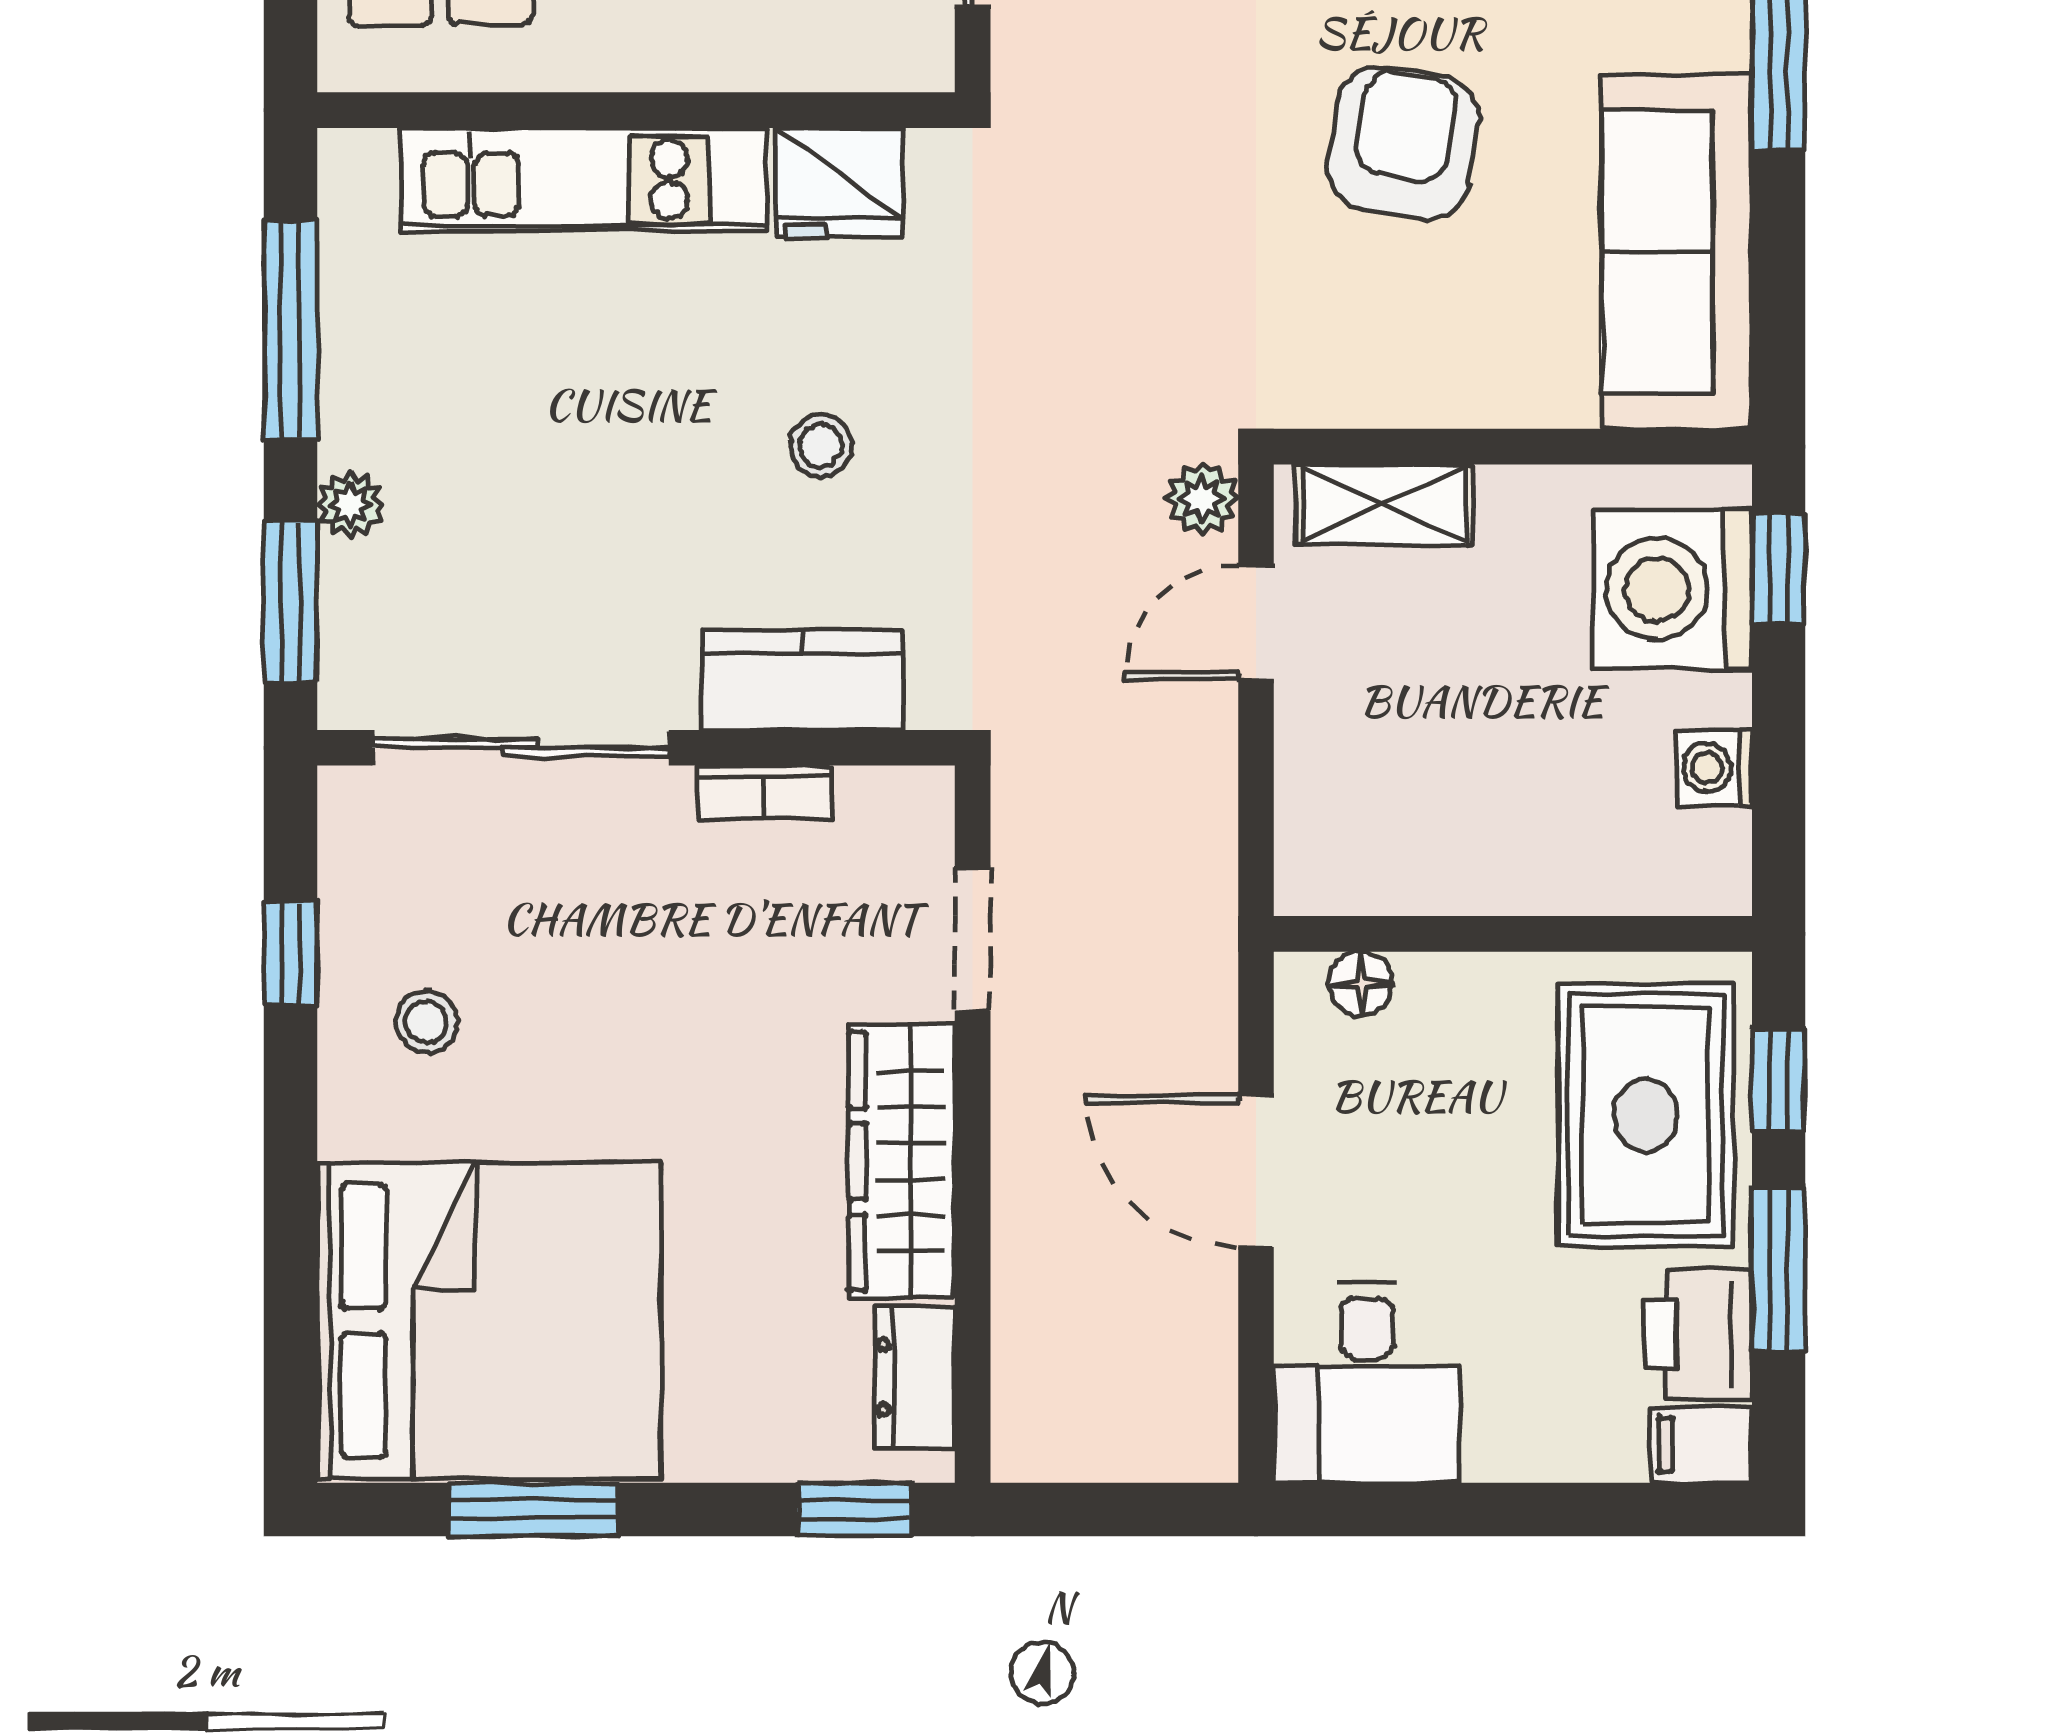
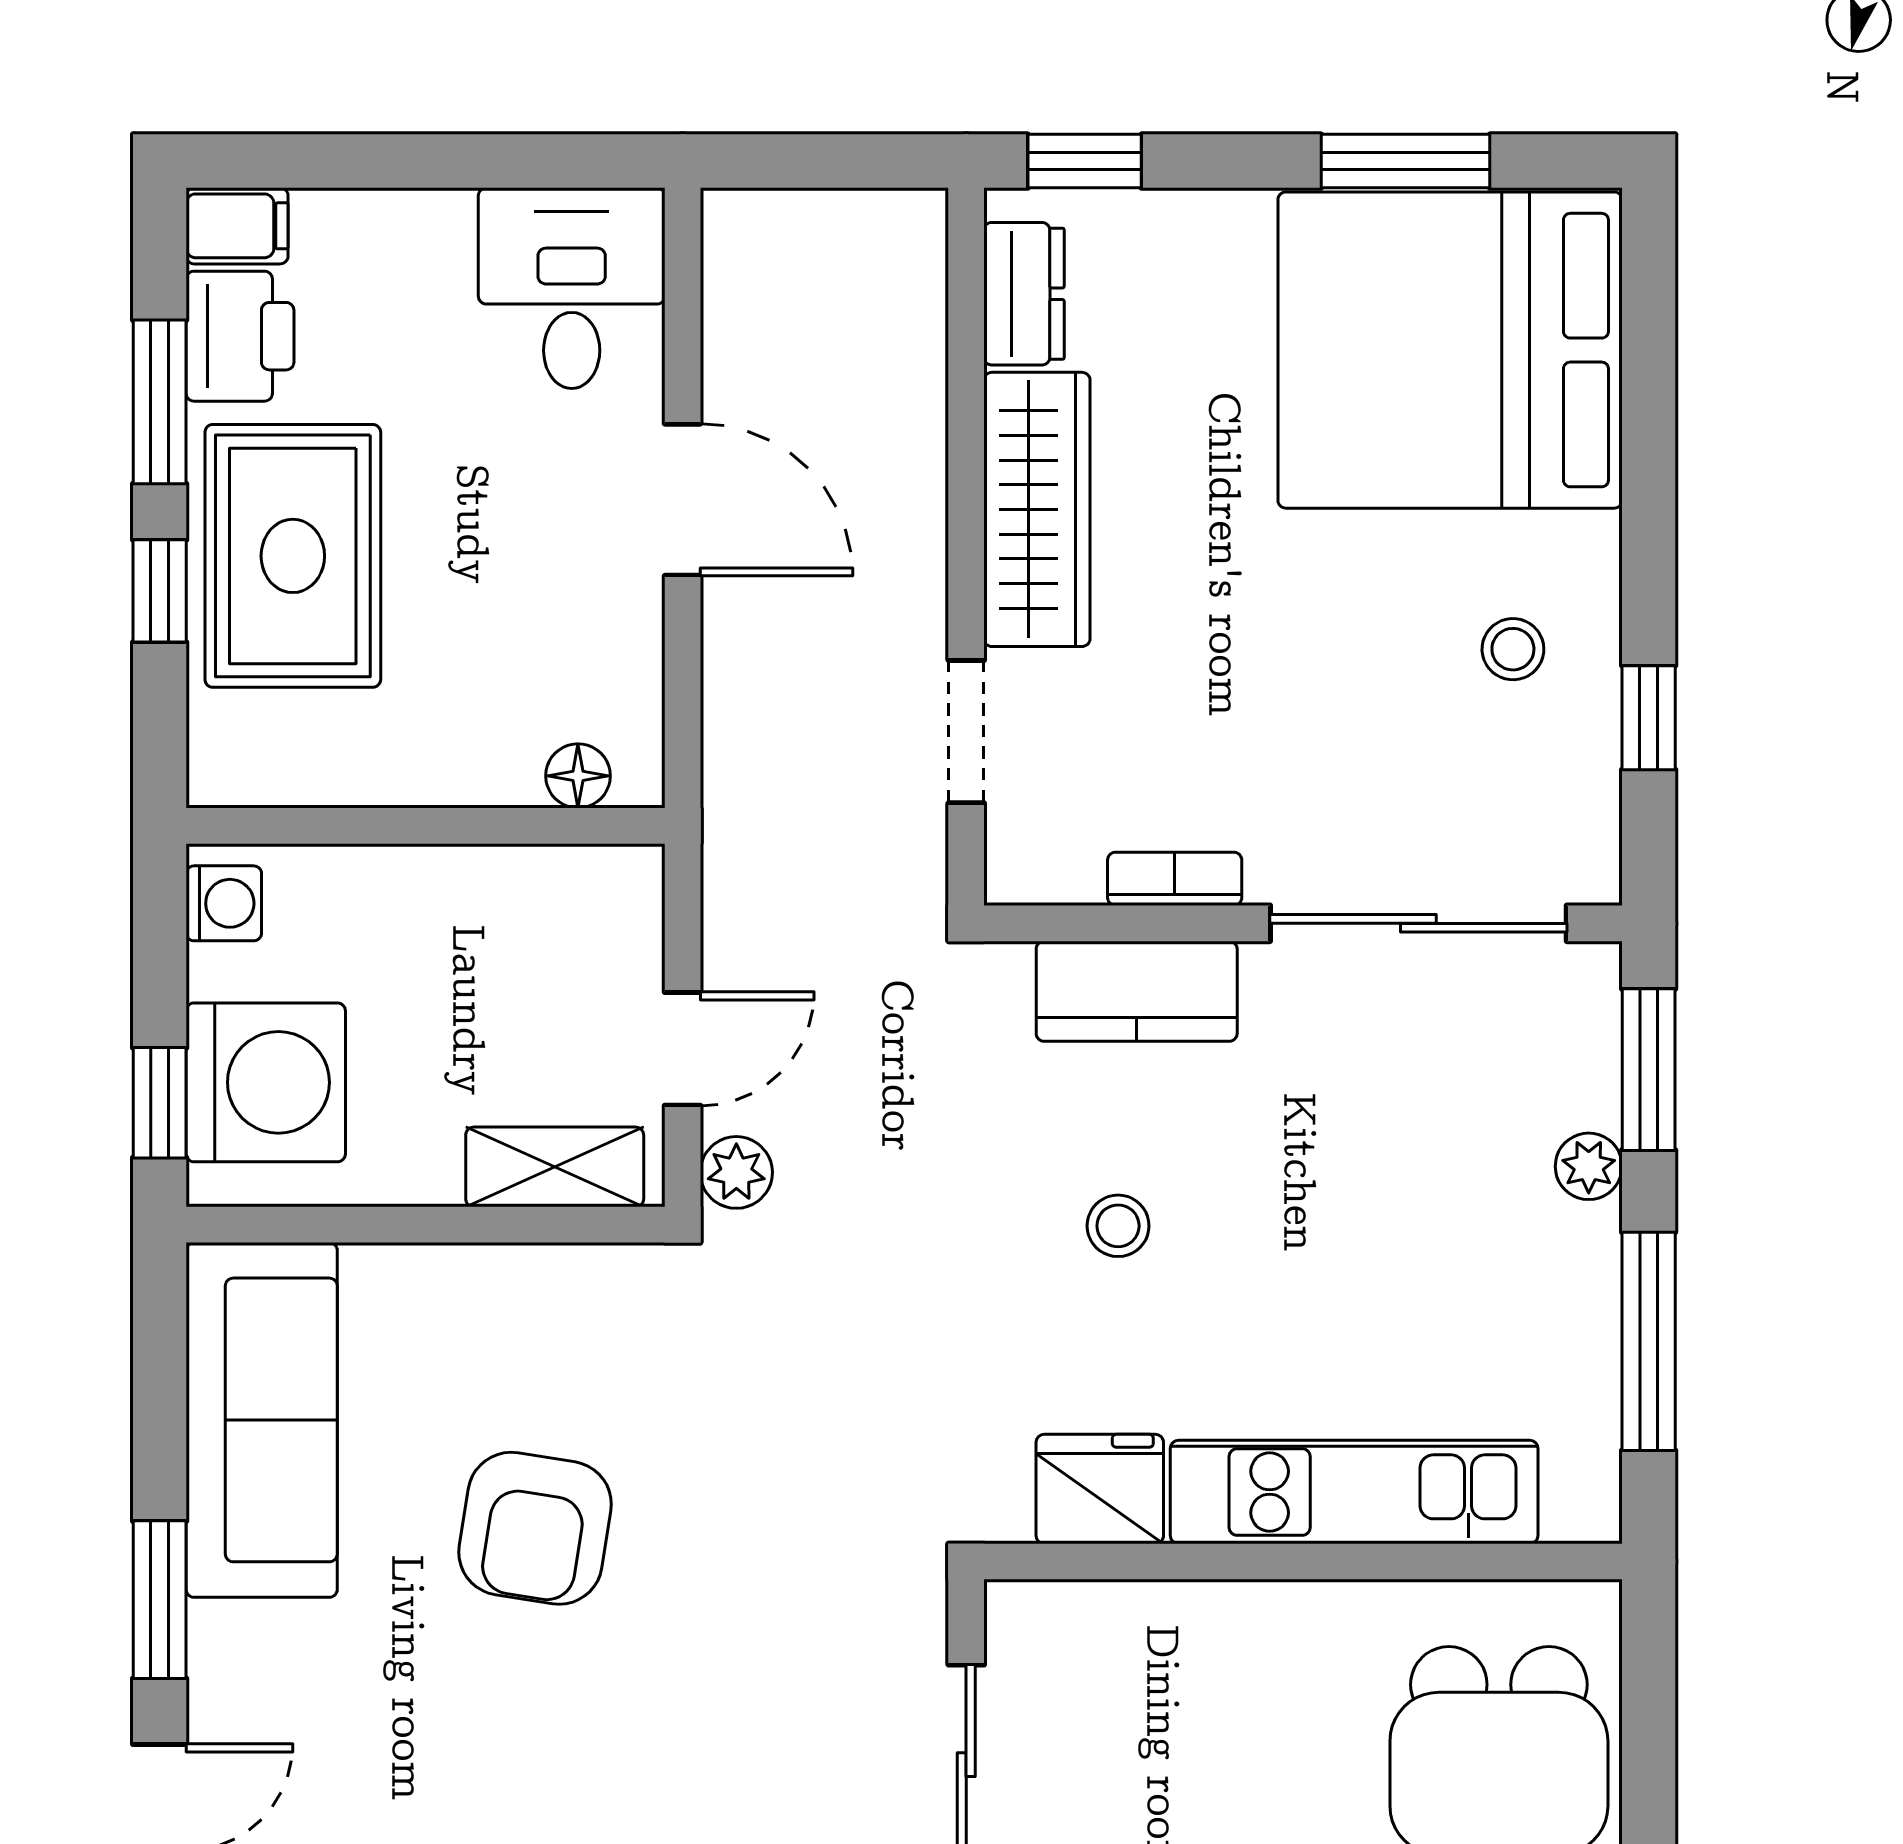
wall: (1513, 934) -> (426, 826), moved
floor lamp: (1360, 984) -> (578, 776), moved

